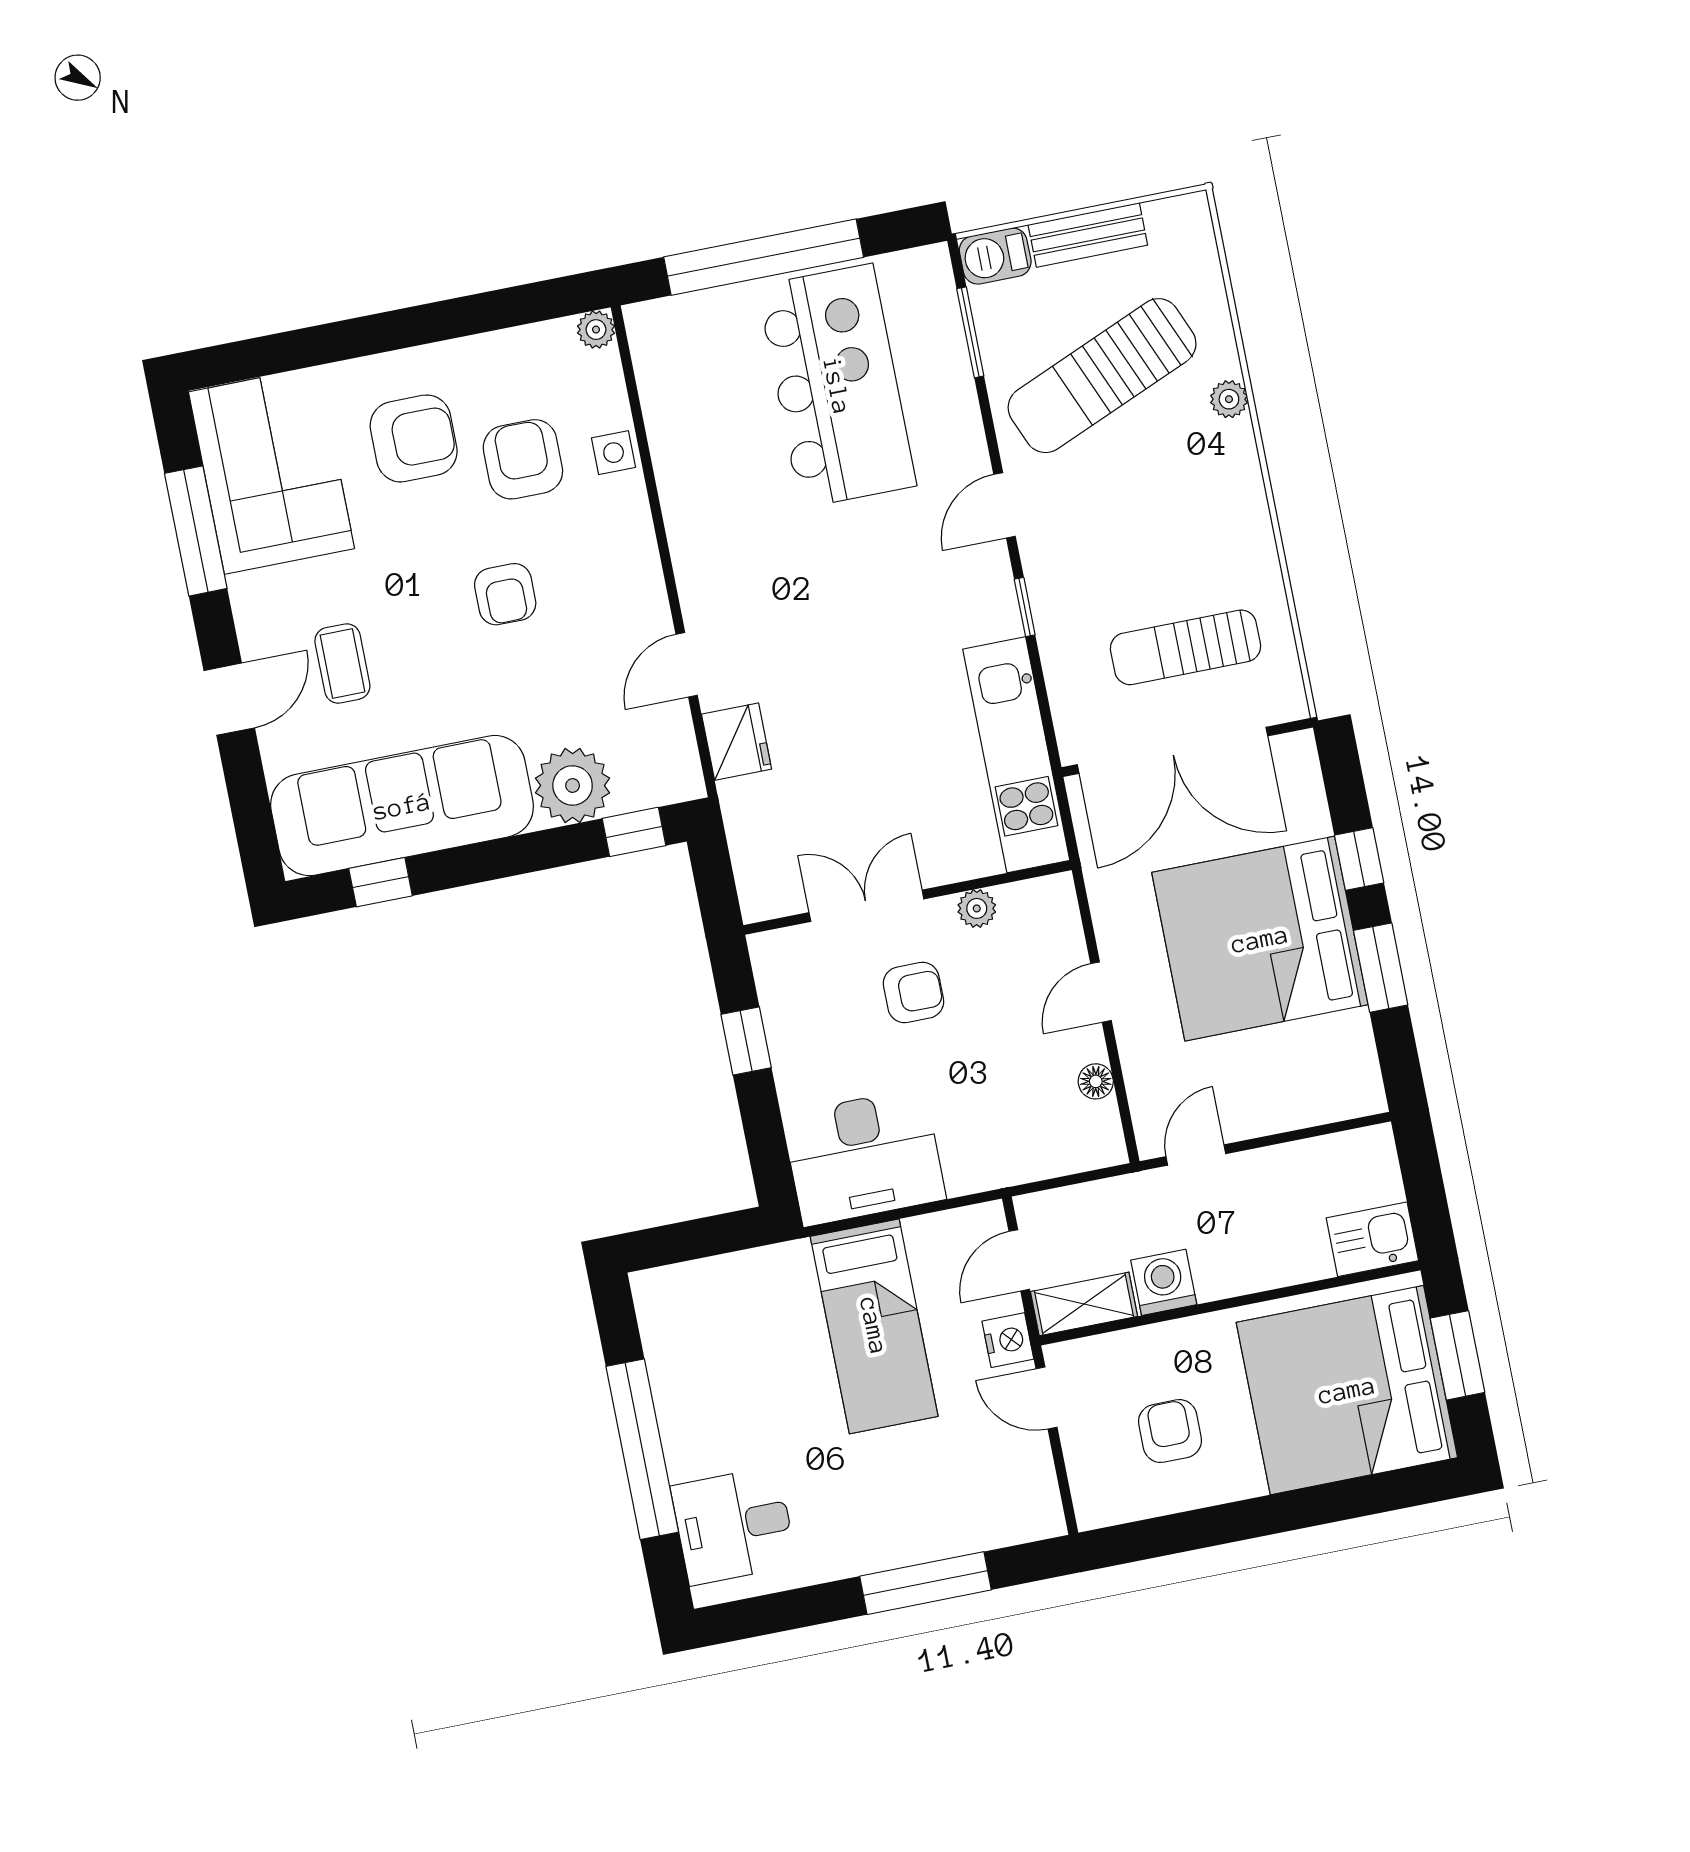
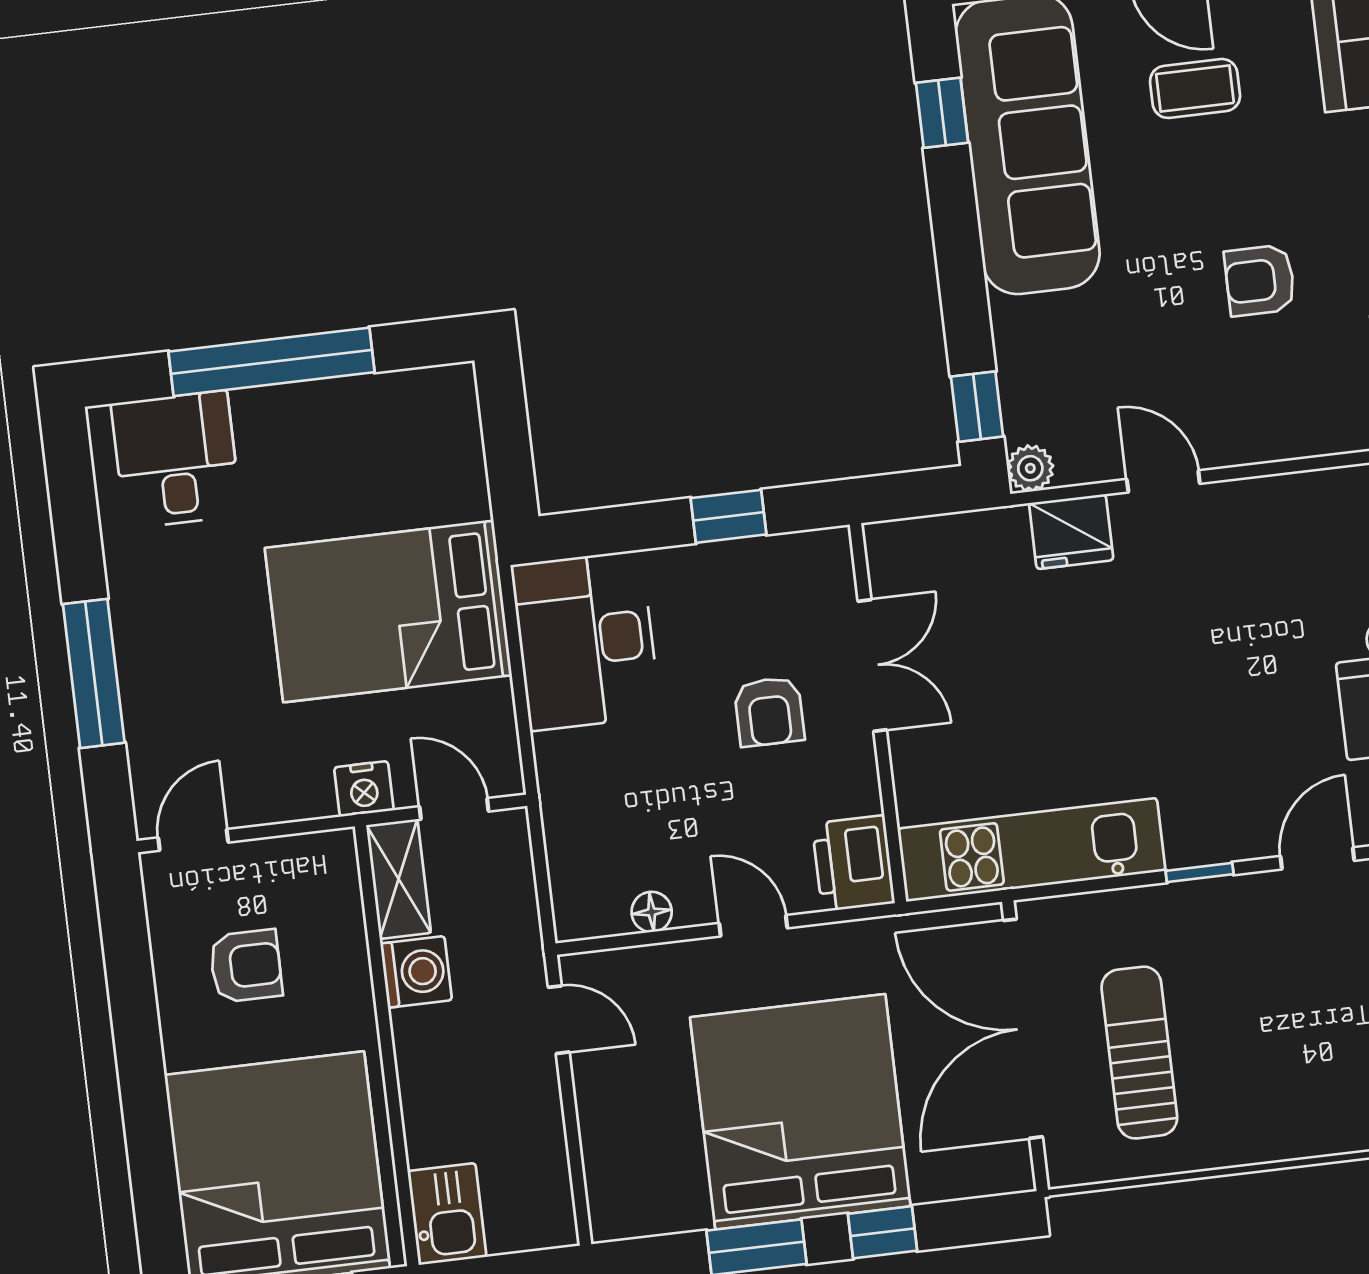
door: (1005, 505) -> (1317, 858), hinge flipped
plant: (573, 785) -> (1030, 468), moved, width x0.53, depth x0.53
plant: (977, 908) -> (860, 791), removed
printer: (1040, 909) -> (853, 863), added
bed: (874, 1326) -> (388, 612), width x1.50
door: (1047, 1398) -> (193, 840), moved

